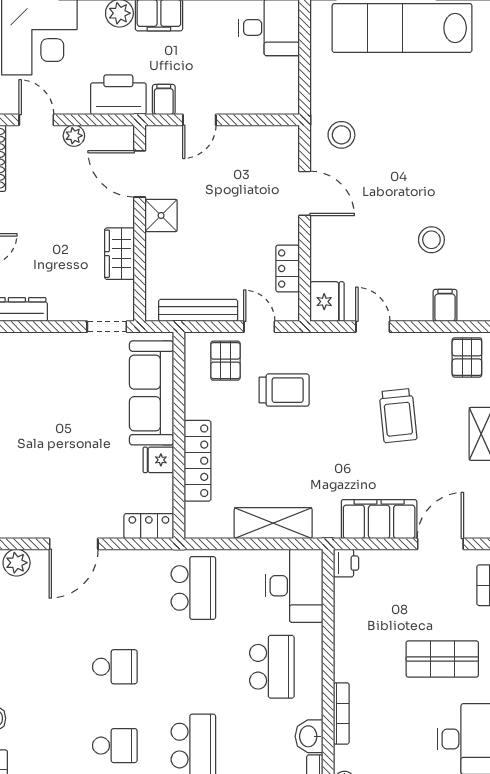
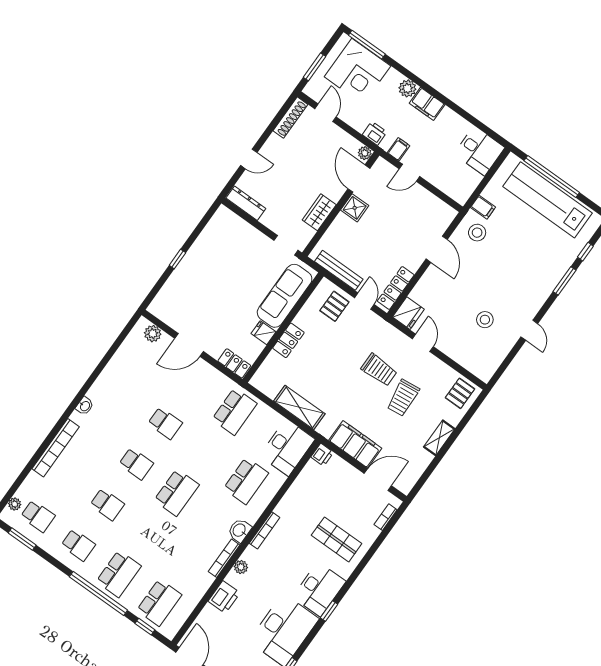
printer: (118, 95) -> (375, 133), width x0.53, depth x0.68
plant: (74, 136) -> (365, 153), moved
locker: (288, 269) -> (396, 288), width x1.53
filing cabinet: (445, 305) -> (483, 207), moved, turned 90
trolley: (284, 390) -> (379, 370), moved
locker: (198, 461) -> (288, 340), width x0.66

